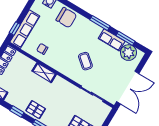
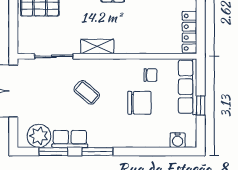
chair: (66, 18) -> (139, 103), moved, turned 180
window: (15, 28) -> (201, 105), moved
shelving: (44, 73) -> (97, 46), moved

